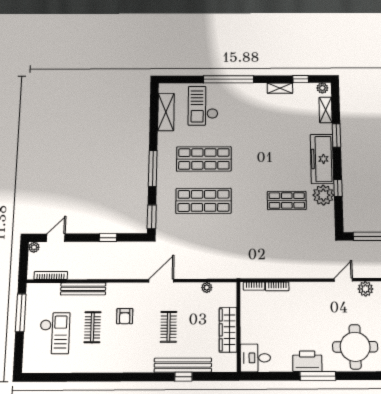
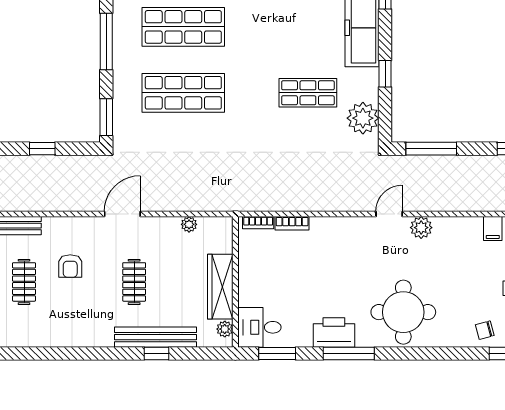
plant: (323, 195) -> (363, 118), moved
plant: (231, 359) -> (225, 329), added
window: (268, 376) -> (277, 353), added

